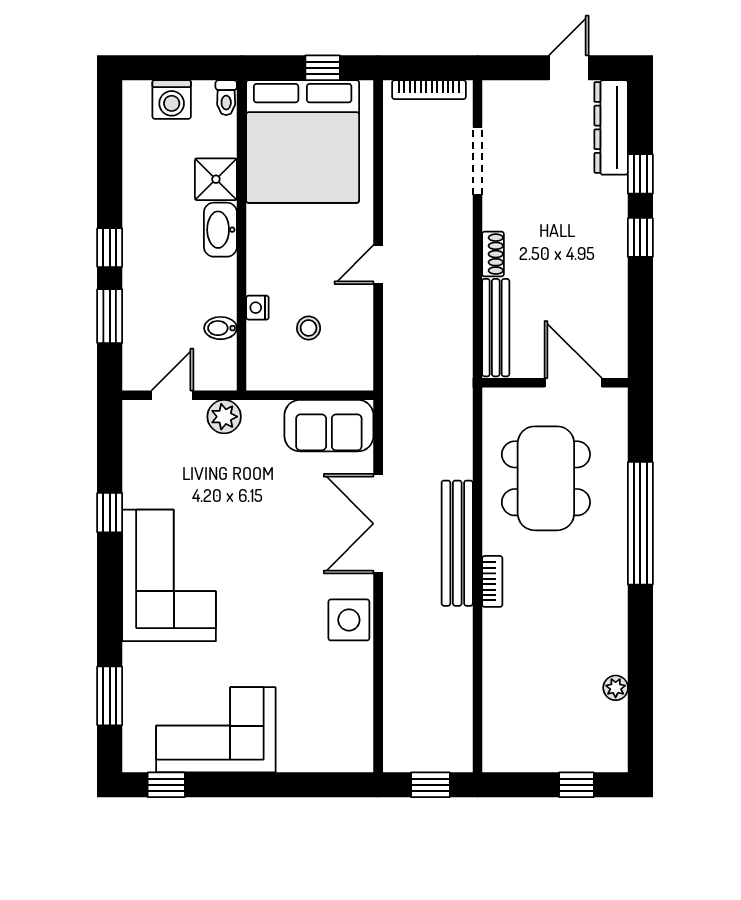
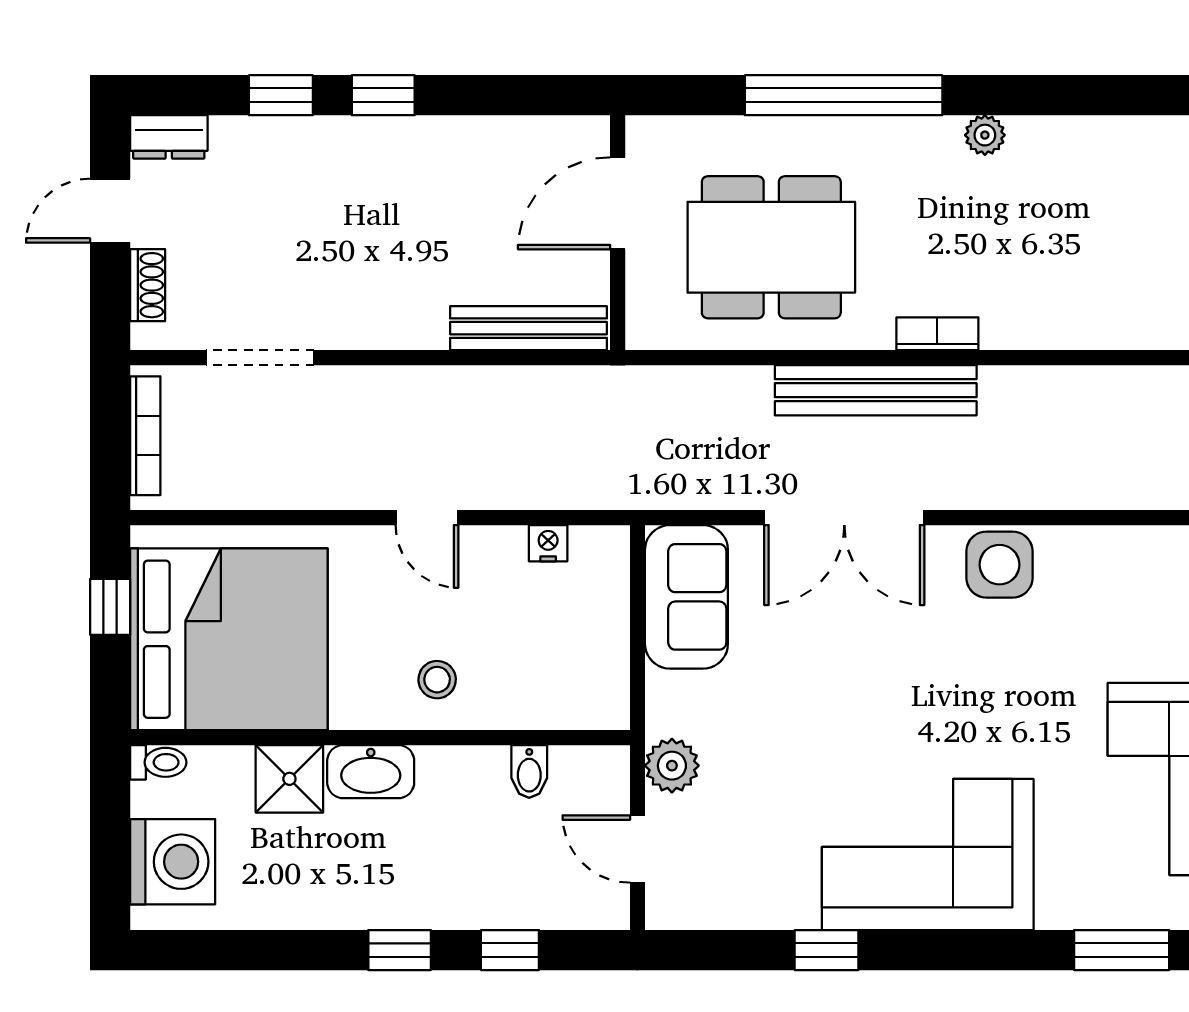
door: (569, 68) -> (110, 211), hinge flipped
washing machine: (172, 100) -> (173, 862), width x1.37, depth x1.37
dresser: (611, 127) -> (169, 137), width x0.51, depth x0.80
shoe rack: (493, 254) -> (148, 285), moved, turned 90
nightstand: (257, 308) -> (548, 543), moved, turned 180
window: (110, 316) -> (510, 950), width x0.67
stool: (309, 328) -> (437, 680), moved
plant: (616, 688) -> (985, 135), moved

